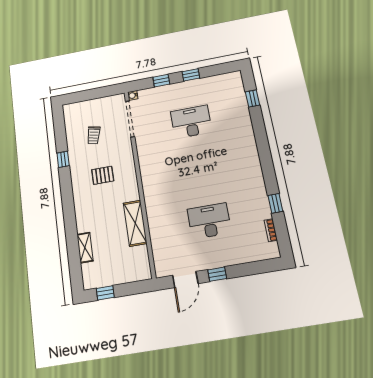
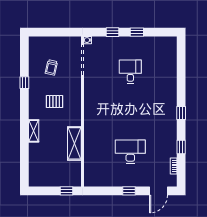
window: (252, 98) -> (181, 113), moved
desk: (191, 122) -> (130, 72), width x0.73
shelving: (85, 248) -> (34, 131), moved
door: (185, 280) -> (158, 191), moved
window: (105, 293) -> (67, 191), moved

